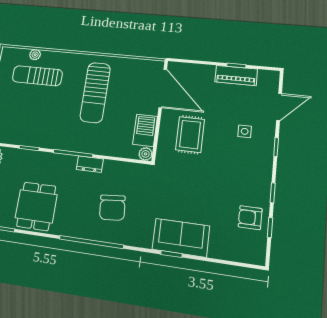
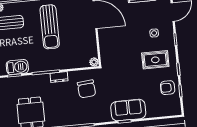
barbecue: (145, 130) -> (17, 67), moved, turned 90
rug: (190, 135) -> (155, 60), moved, turned 90
chair: (112, 208) -> (87, 89), moved

